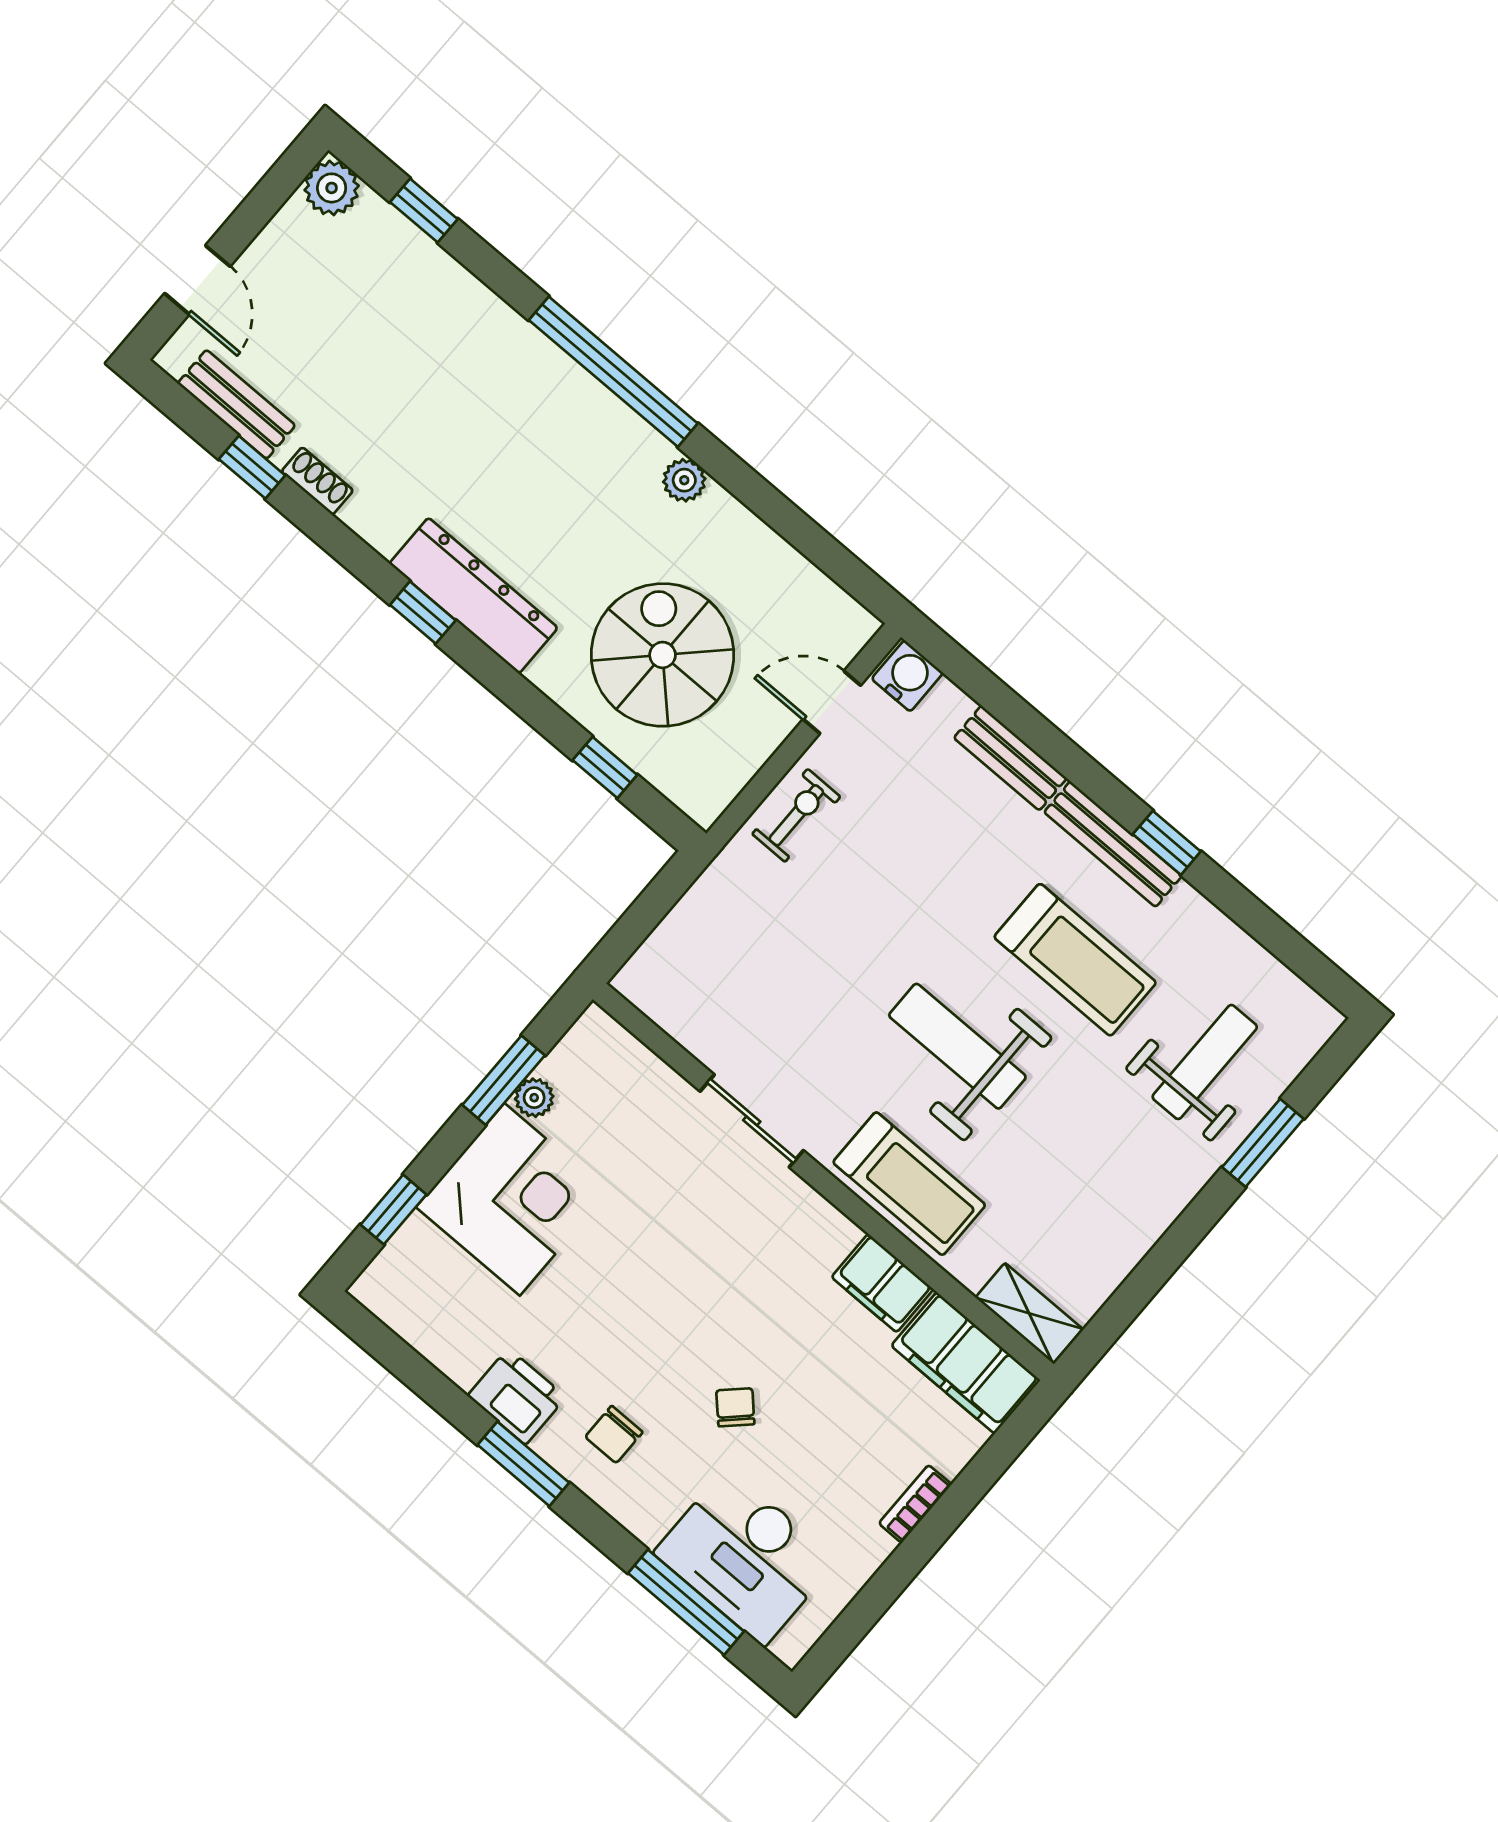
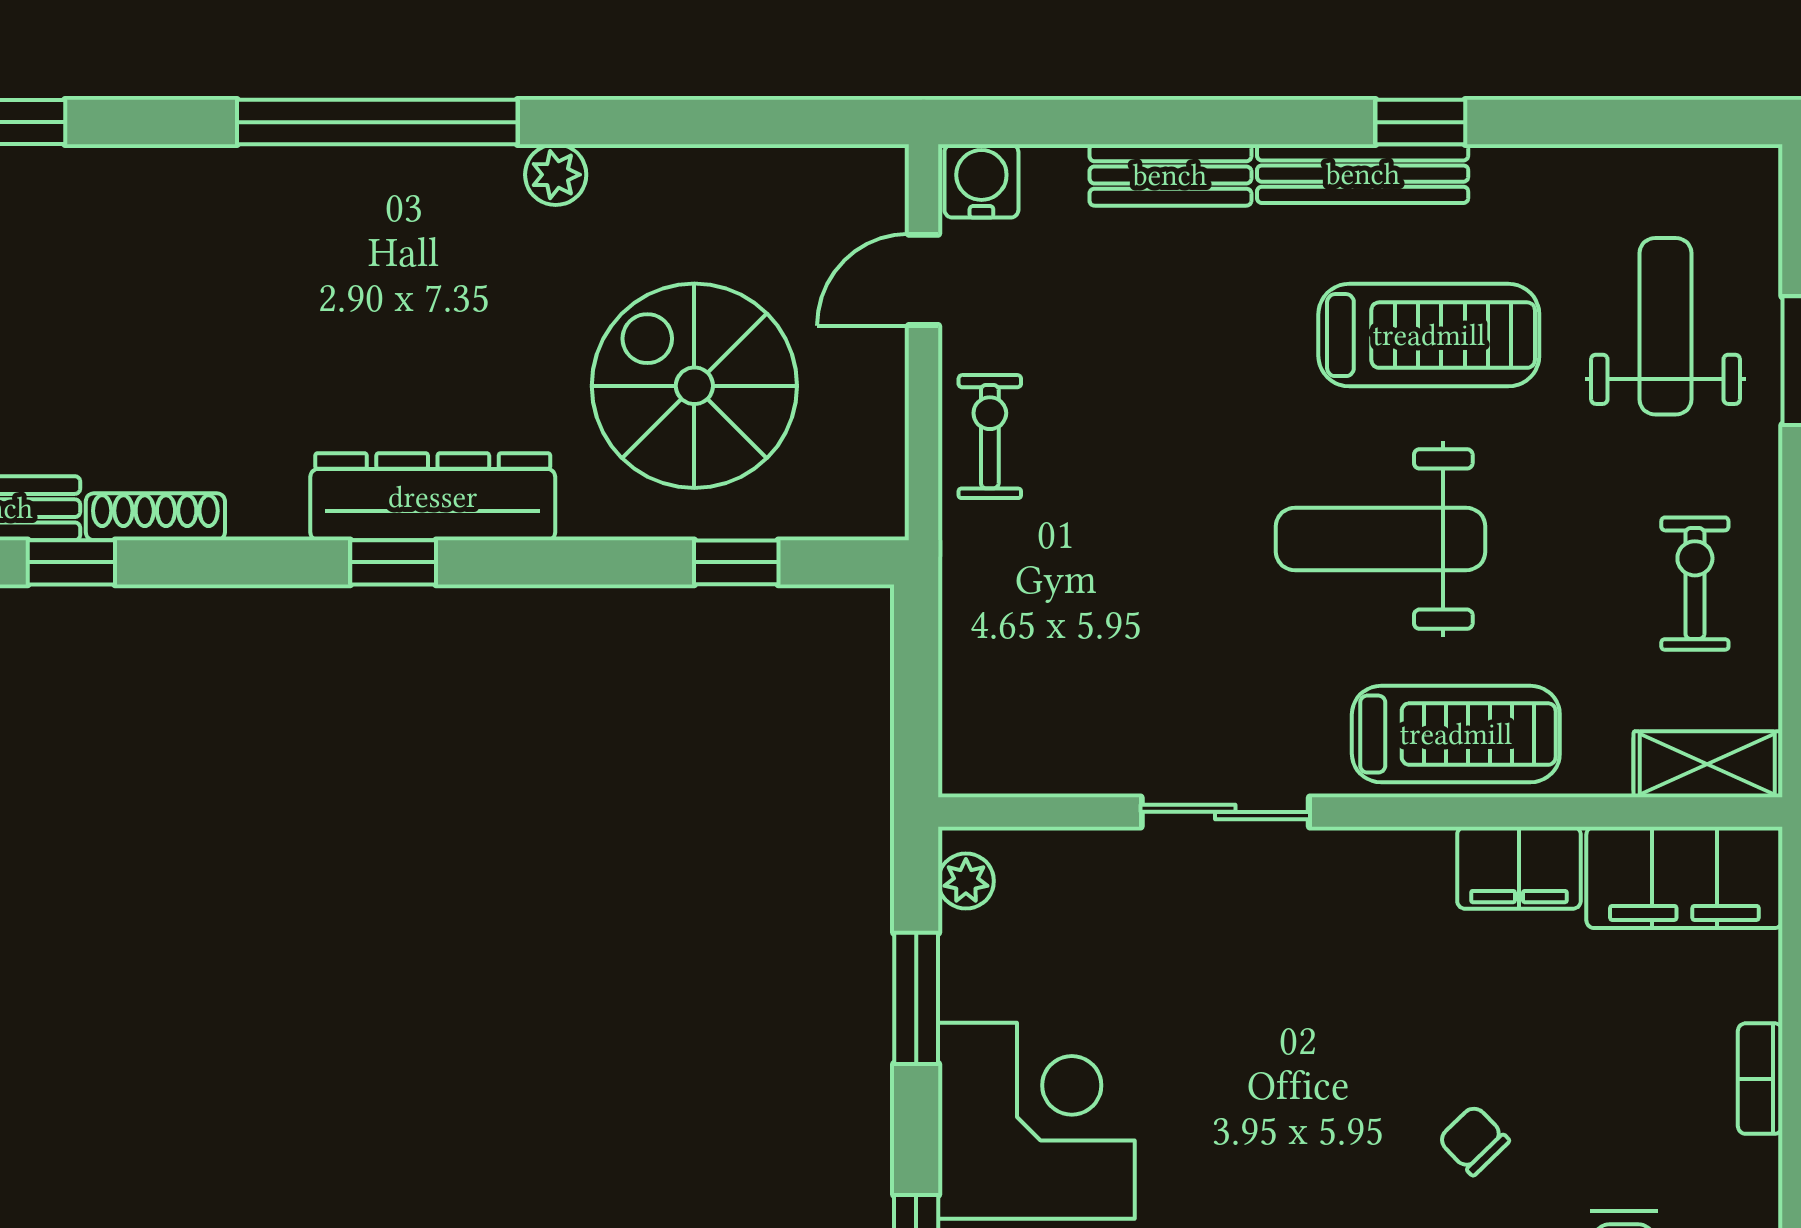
shoe rack: (317, 481) -> (155, 517), width x1.43
plant: (534, 1098) -> (966, 881), moved
exercise bike: (1104, 1212) -> (1695, 584), added

